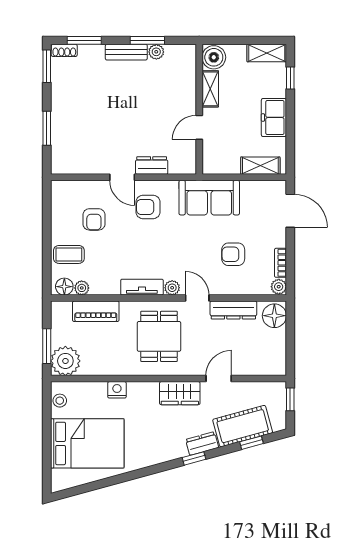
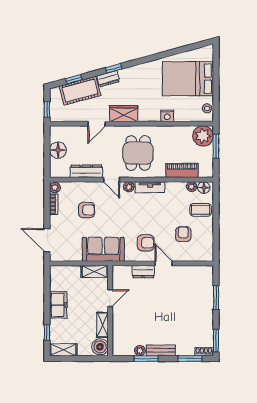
shelving: (260, 166) -> (95, 271), moved
floor lamp: (274, 316) -> (58, 150), moved

